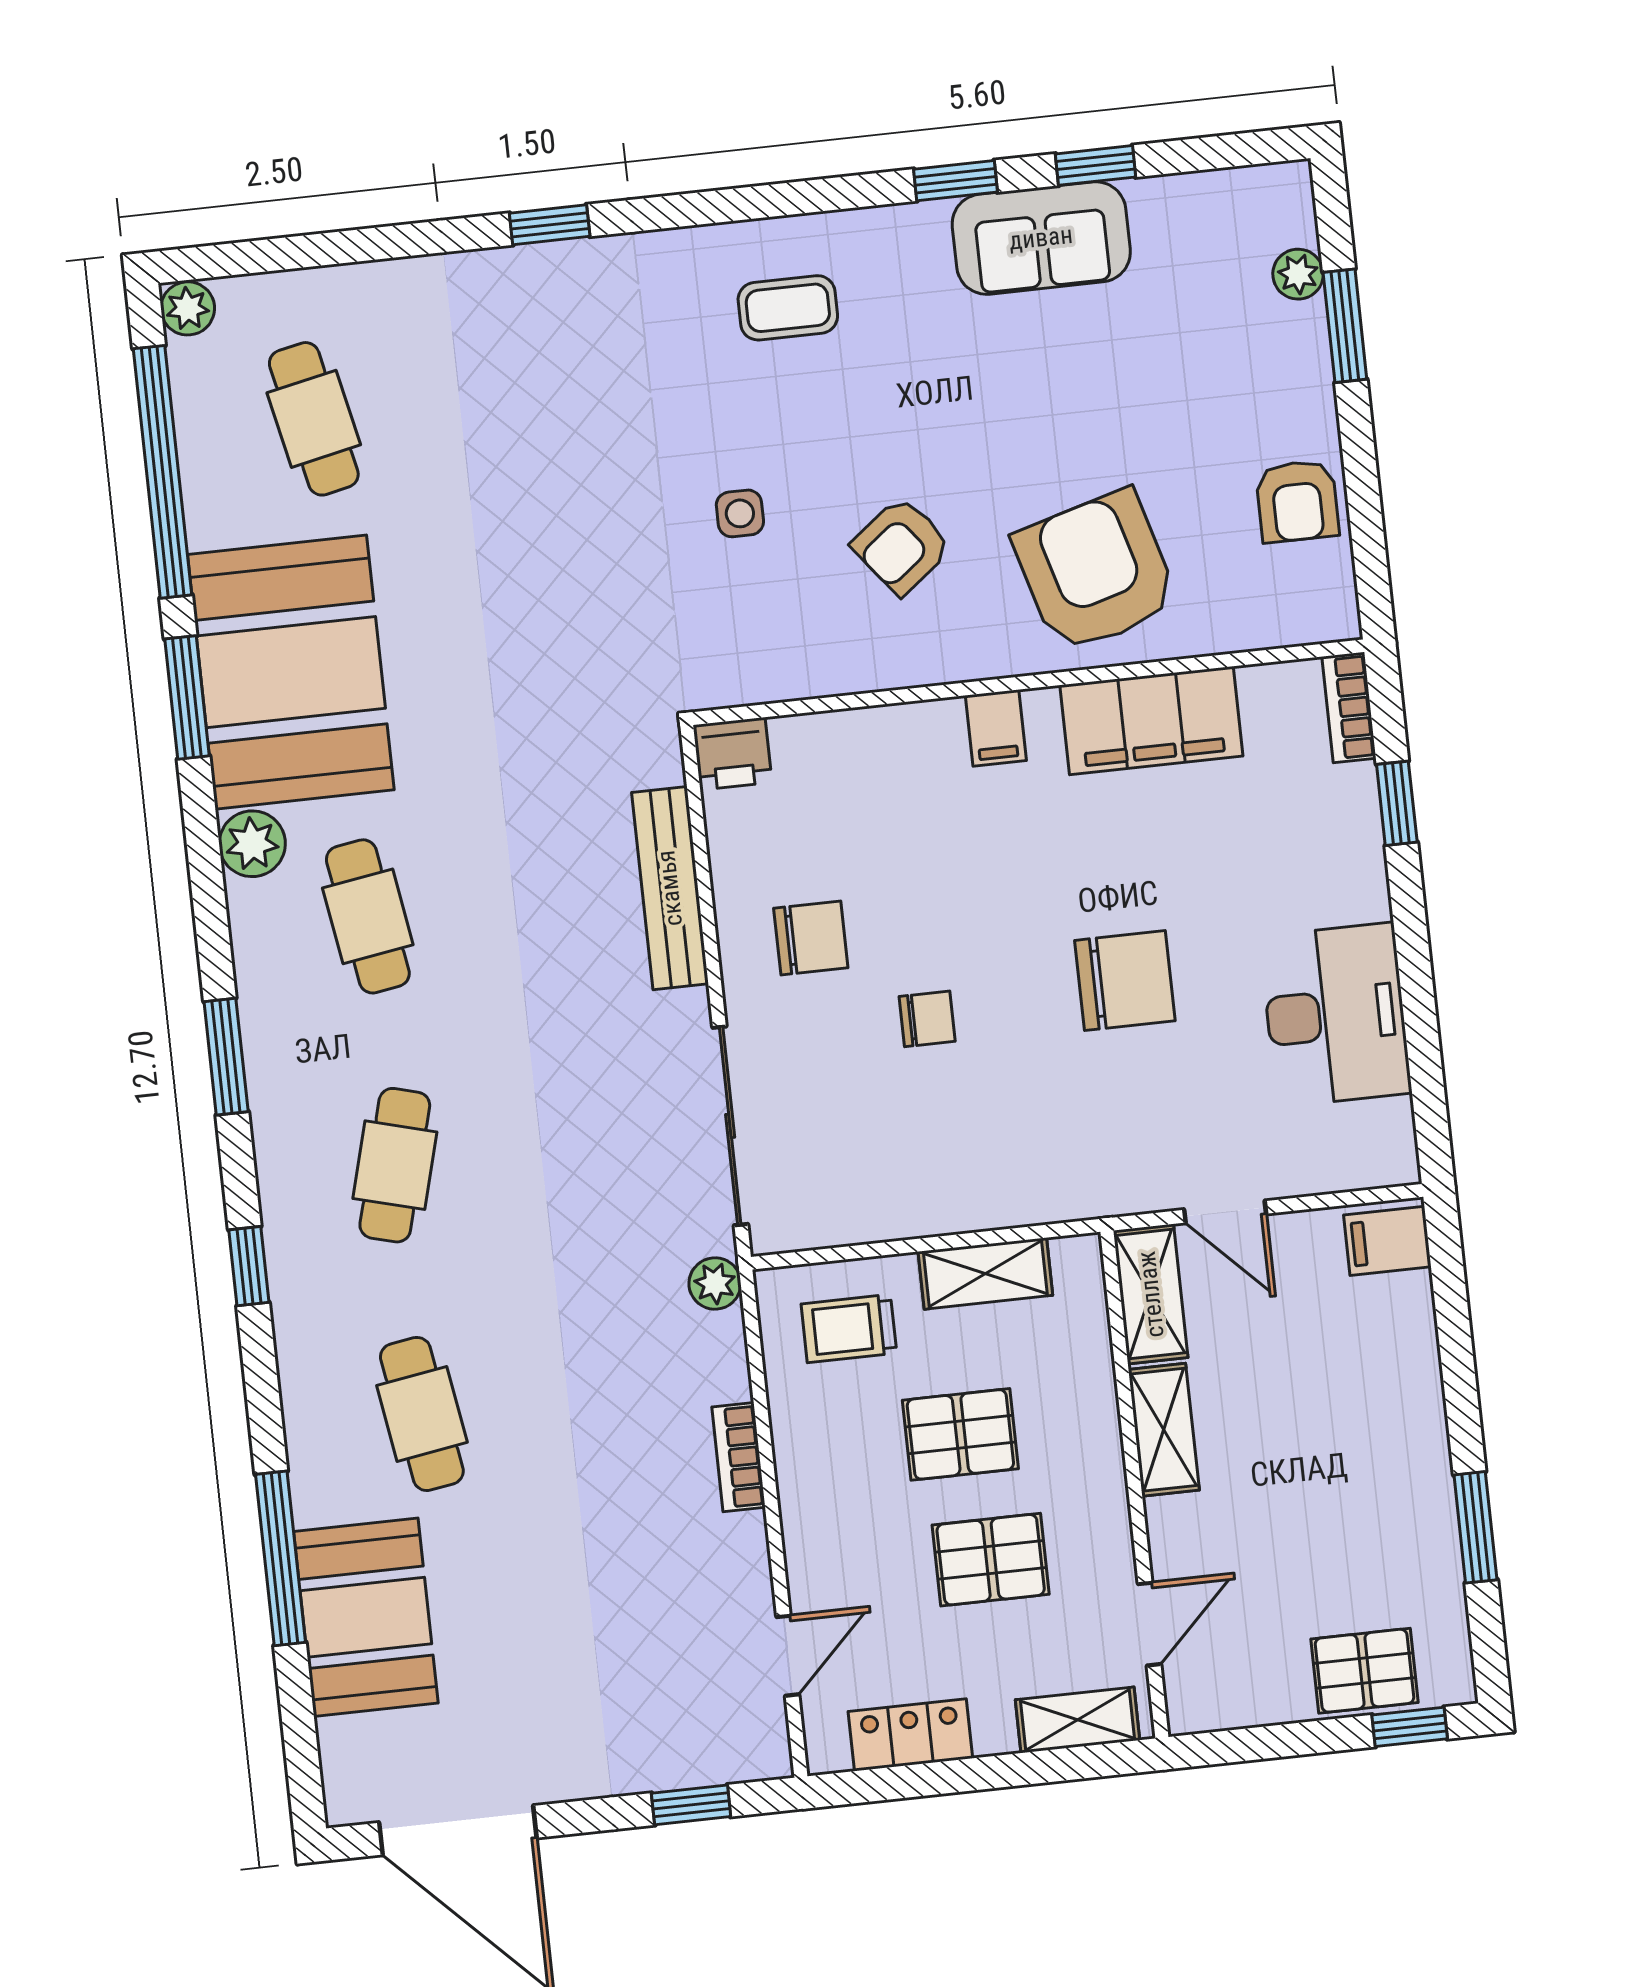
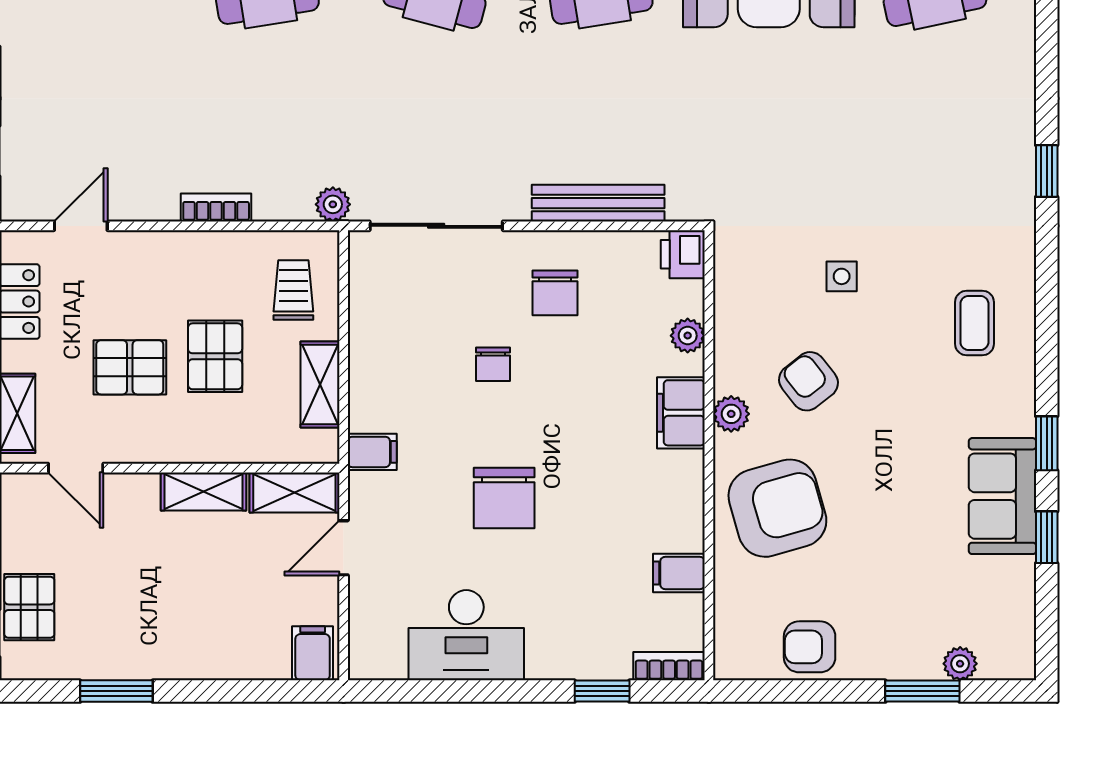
plant: (963, 656) -> (731, 414), added
filing cabinet: (1151, 721) -> (679, 573), width x0.33, depth x0.86
filing cabinet: (996, 728) -> (681, 413), width x2.00
plant: (853, 733) -> (688, 336), added
filing cabinet: (1078, 1185) -> (372, 452), added
pallet: (991, 1560) -> (130, 367), turned 90
door: (788, 1656) -> (81, 226), swing flipped

